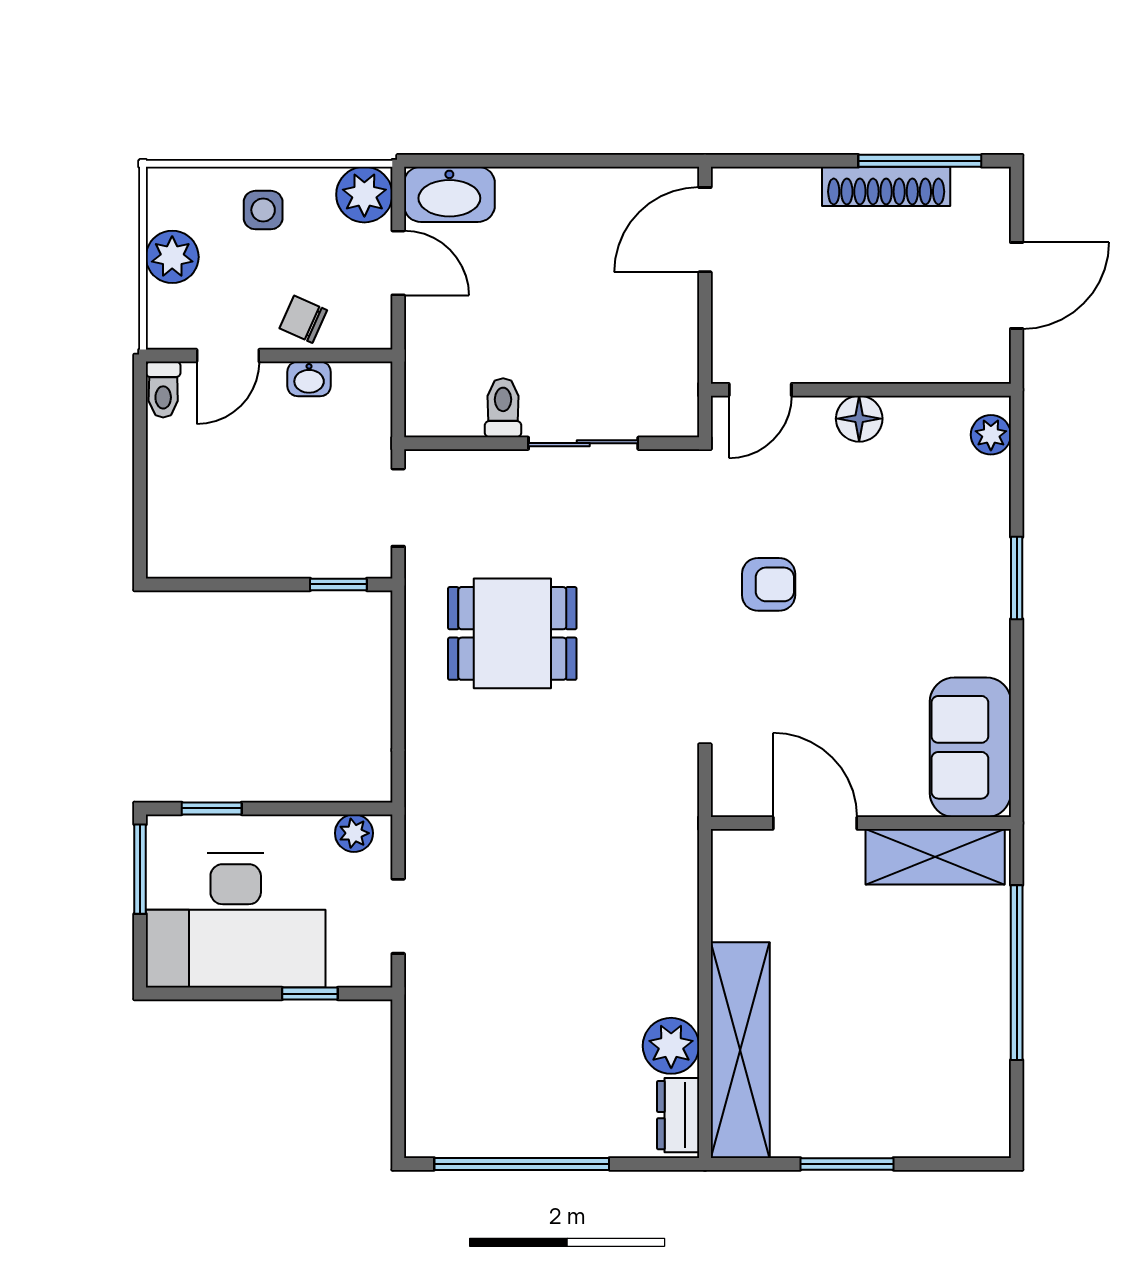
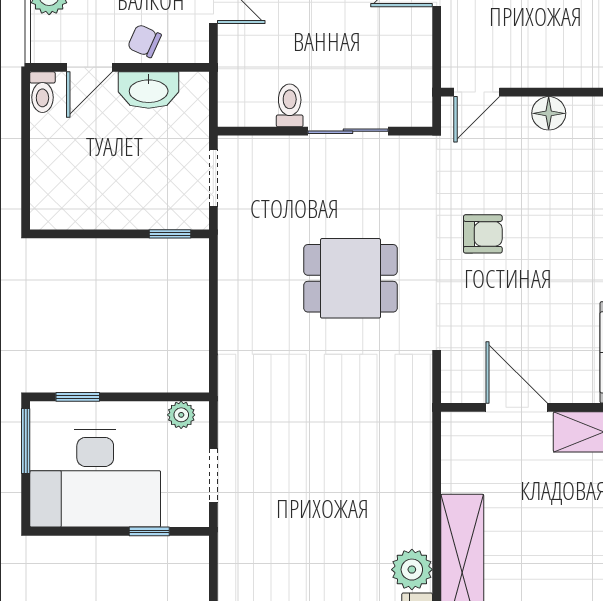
washbasin: (309, 379) -> (149, 90), width x1.91, depth x1.45
dining table: (512, 633) -> (350, 278), moved

